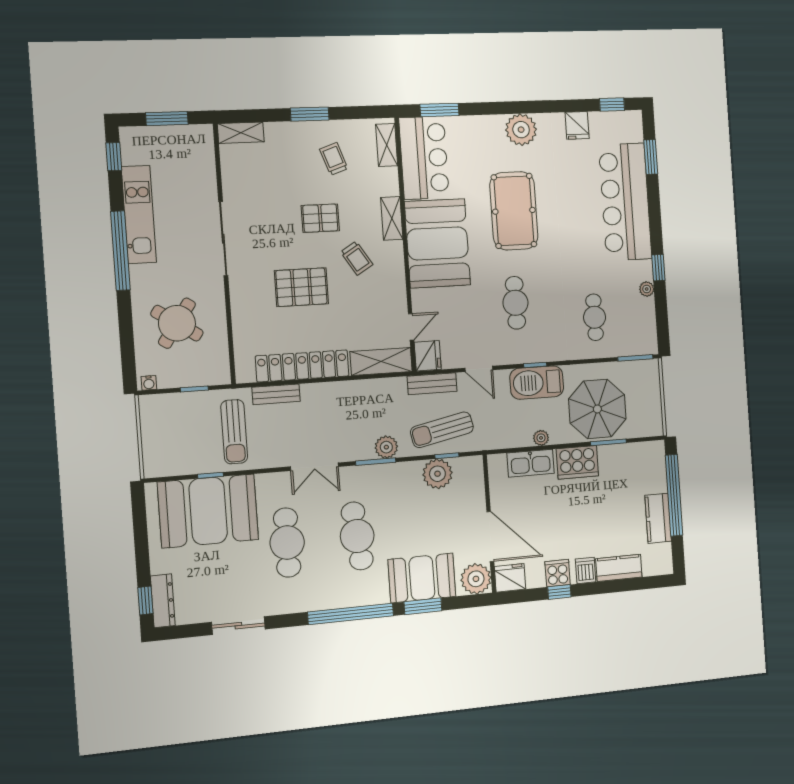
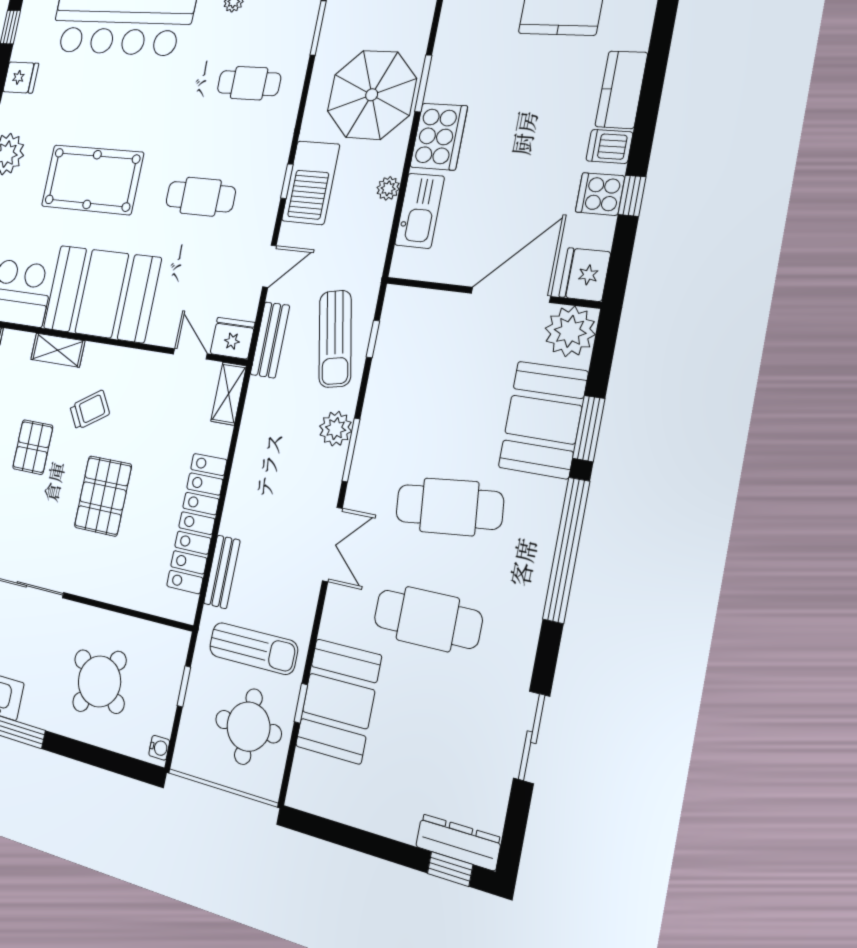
shelving: (381, 361) -> (229, 394), width x0.67, depth x0.75
round table: (184, 443) -> (248, 727), added
plant: (437, 474) -> (394, 359), removed
booth: (208, 511) -> (338, 701), width x0.73, depth x0.70

